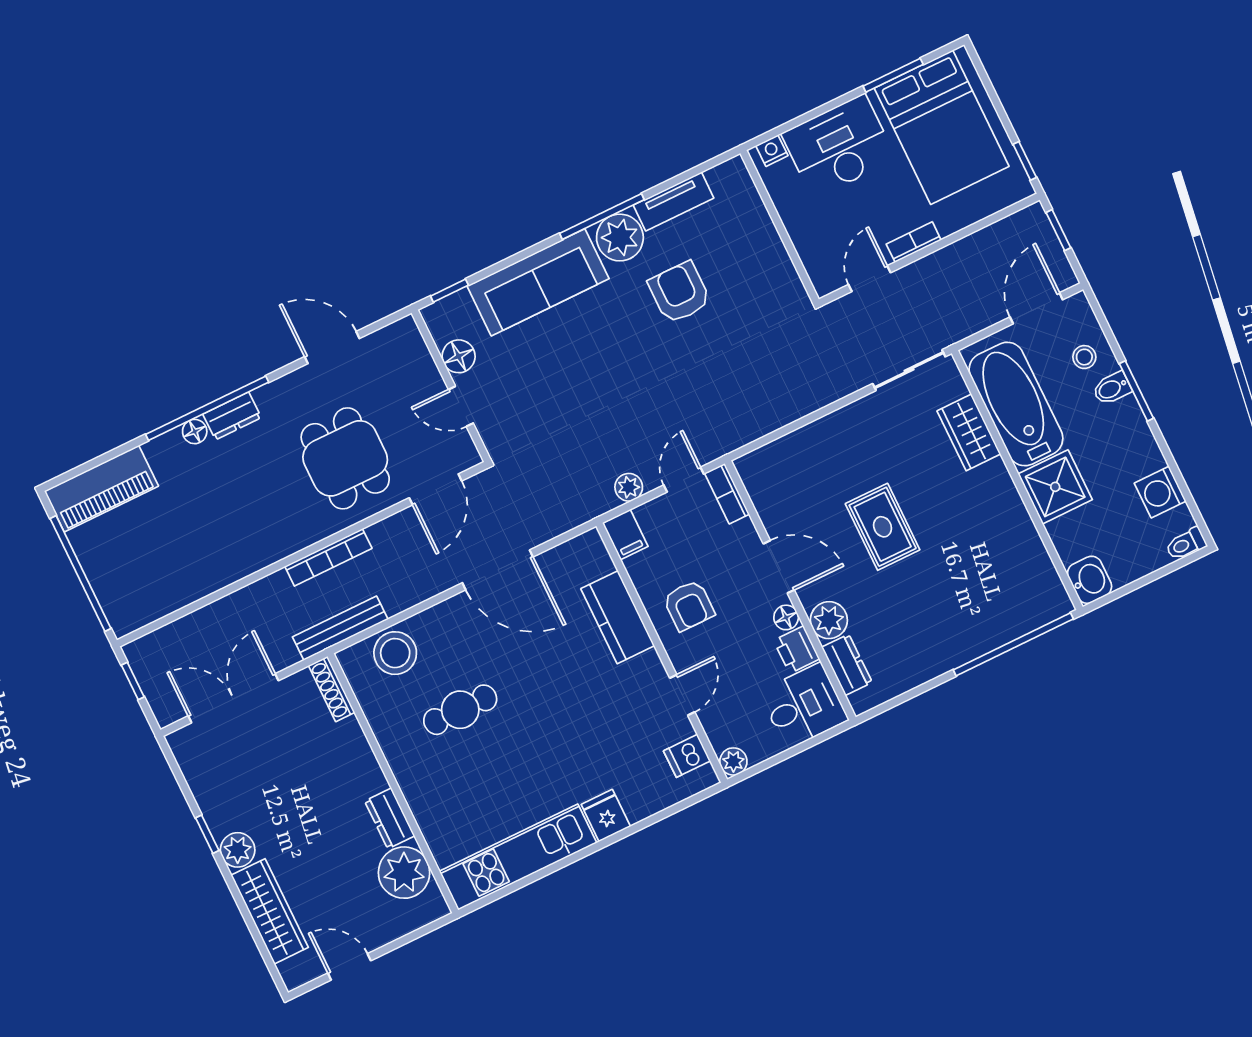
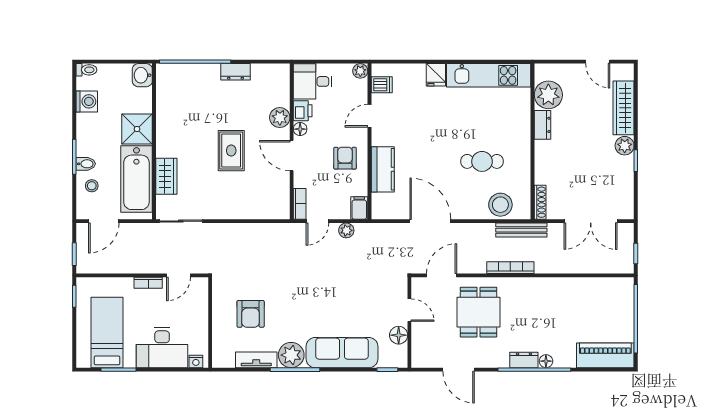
bed: (942, 127) -> (107, 333), width x0.67
armchair: (679, 292) -> (251, 314), moved
dresser: (847, 665) -> (235, 72), moved, turned -90

